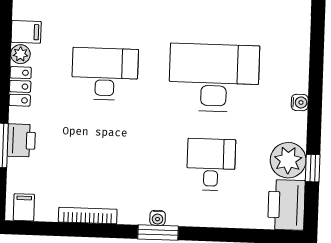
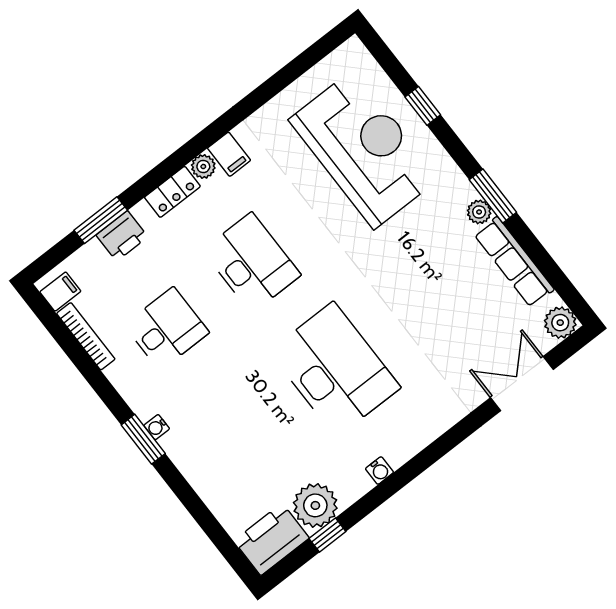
desk: (211, 165) -> (167, 329), moved
bookcase: (88, 216) -> (86, 336), moved

